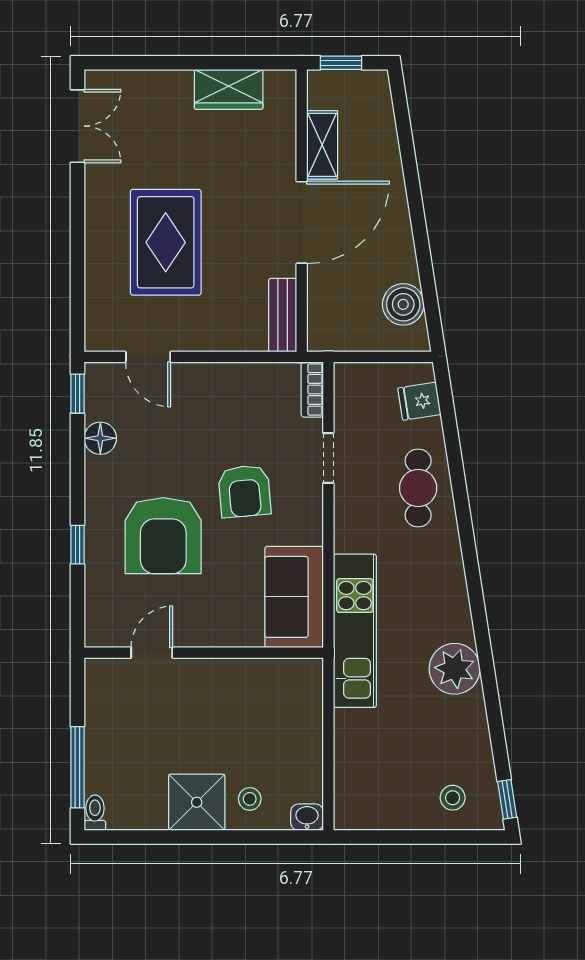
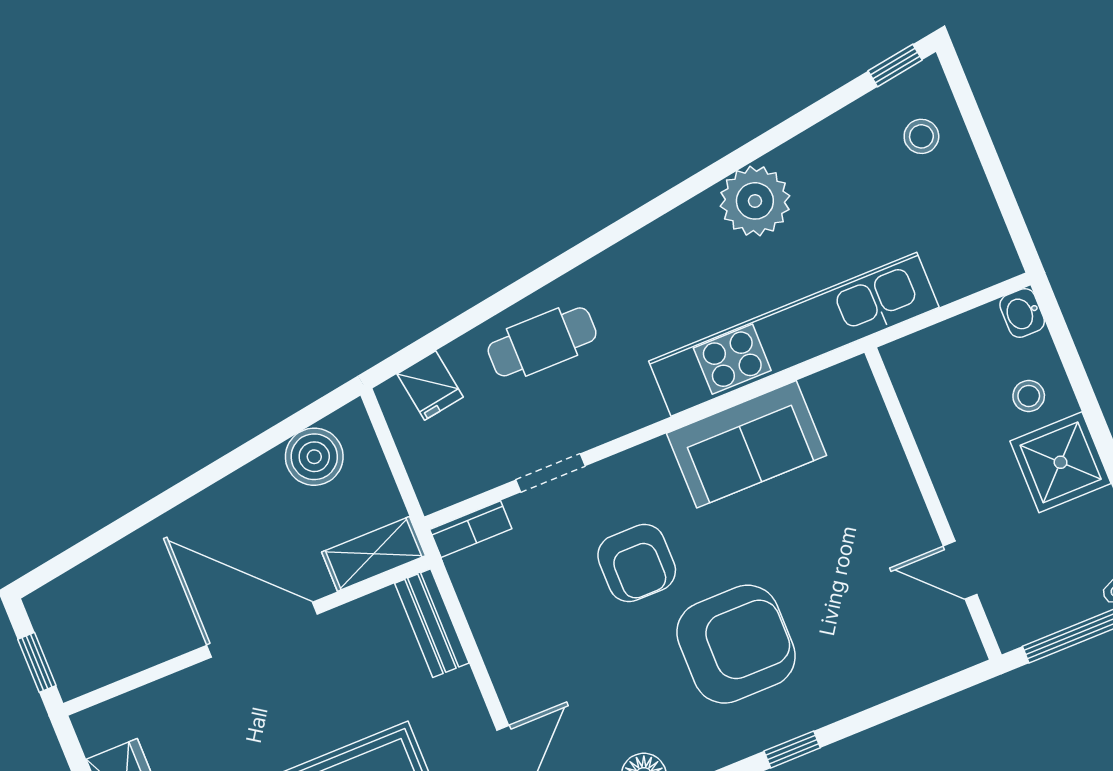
shelving: (322, 145) -> (374, 554), moved
bench: (283, 315) -> (432, 623), moved, turned 90
armchair: (244, 491) -> (637, 563), turned 95
kitchen unit: (355, 631) -> (794, 334), width x1.36
door: (152, 653) -> (960, 570), moved
wall: (204, 653) -> (933, 504), moved

